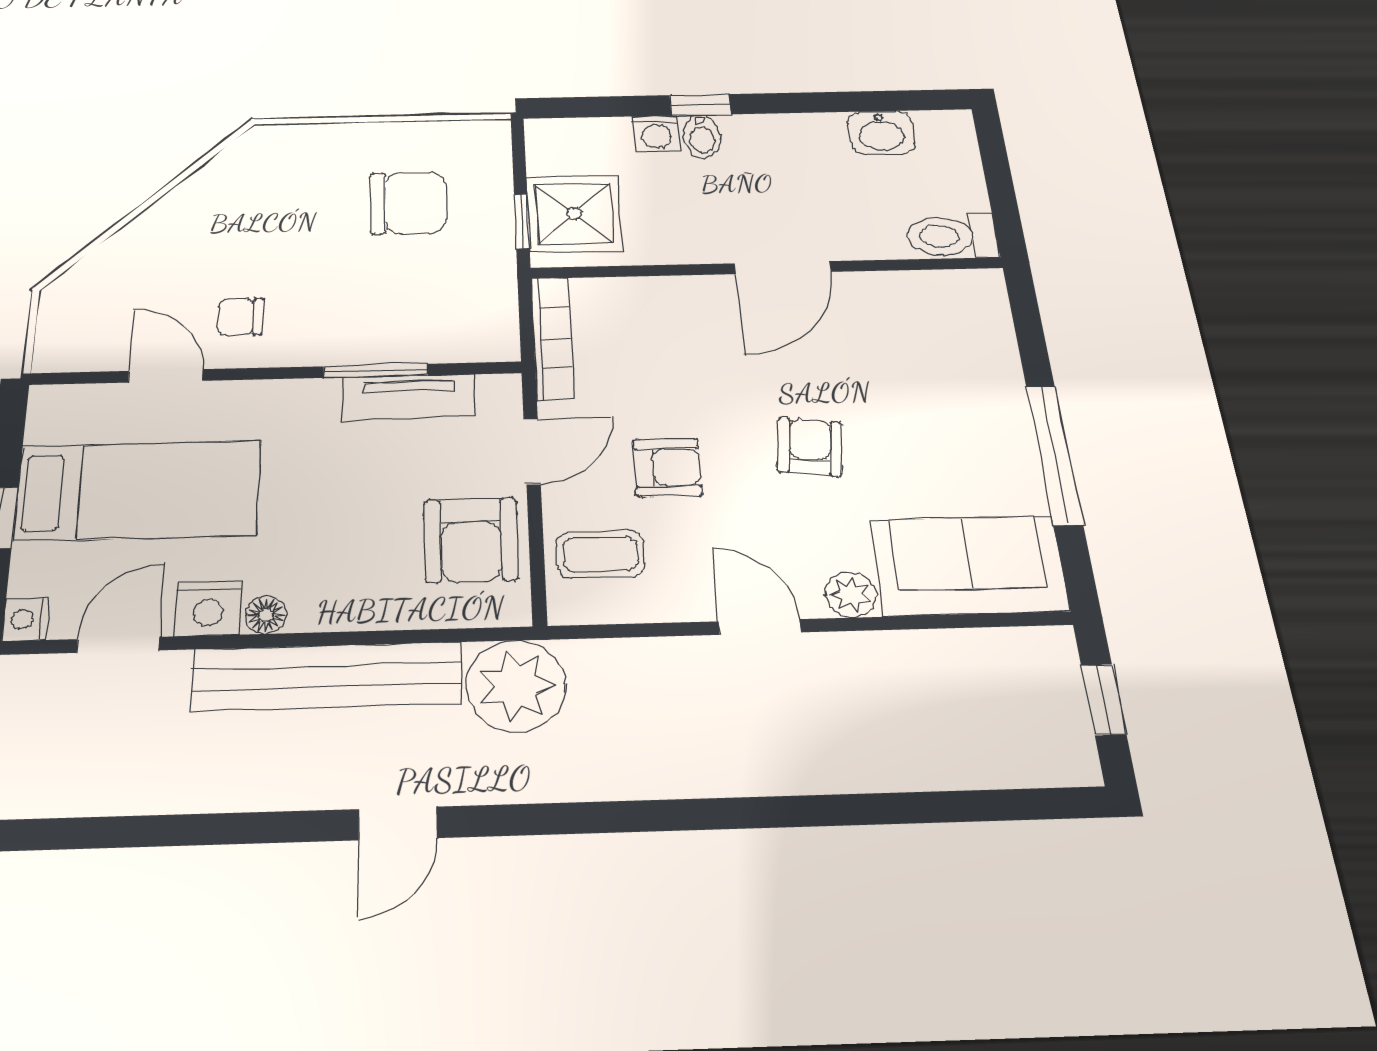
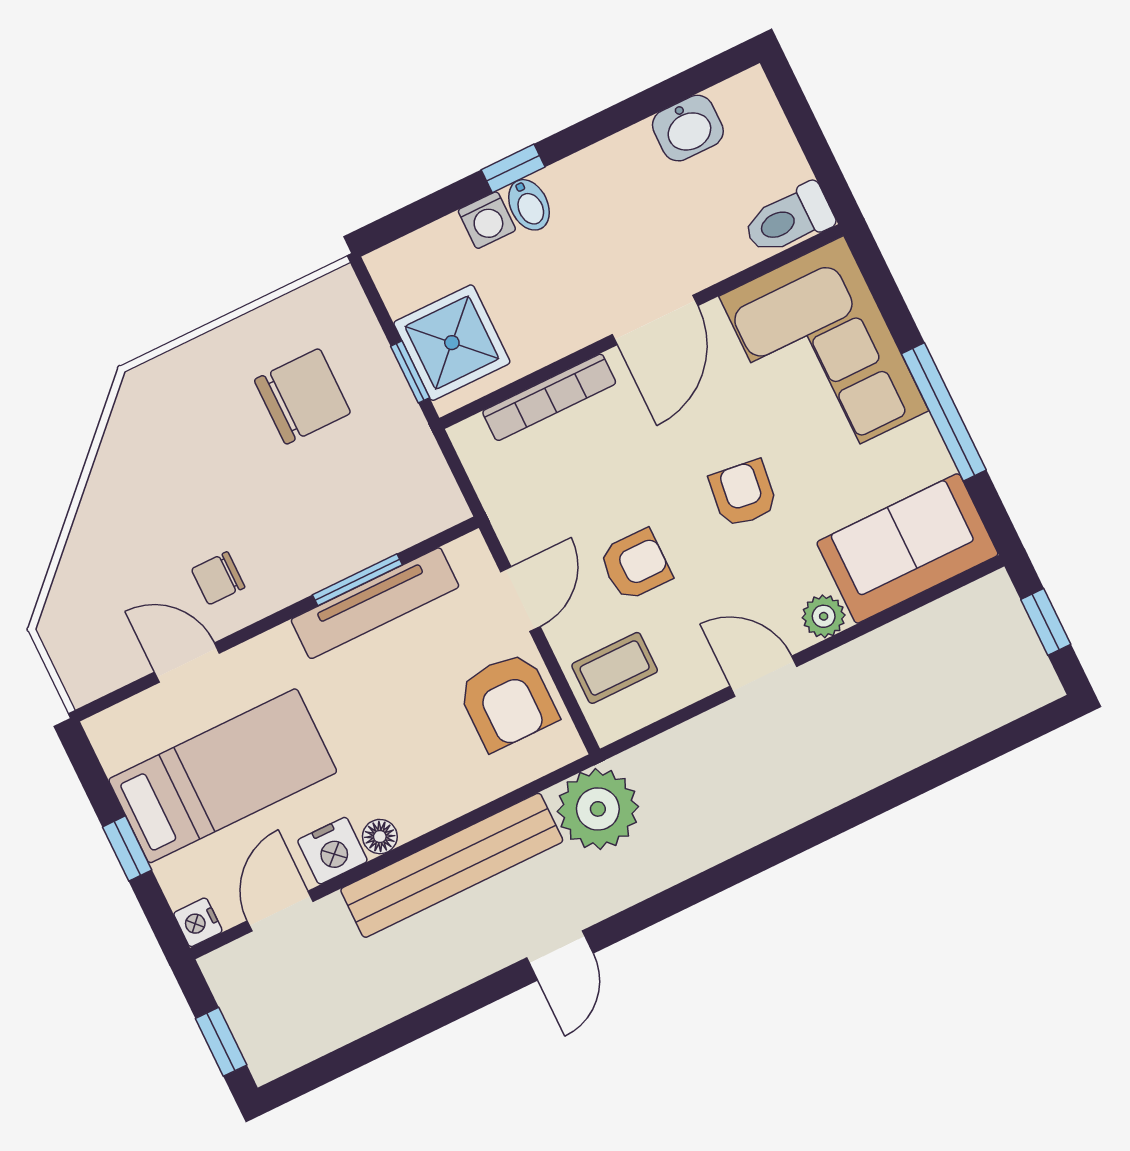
bookcase: (552, 338) -> (549, 397), moved, turned 90
corner sofa: (944, 357) -> (824, 353), added
tv unit: (409, 397) -> (375, 603), width x1.41

